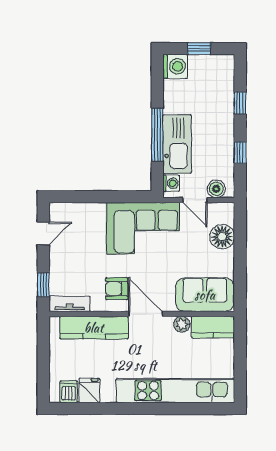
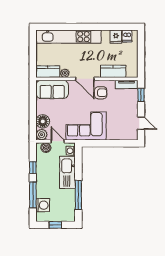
washing machine: (175, 66) -> (43, 205), moved, turned 180
window: (240, 103) -> (33, 195), width x2.17
window: (157, 135) -> (78, 195), moved
plant: (224, 213) -> (42, 135), added
door: (43, 233) -> (141, 123), swing flipped
kitchen counter: (94, 328) -> (113, 71), width x0.67

